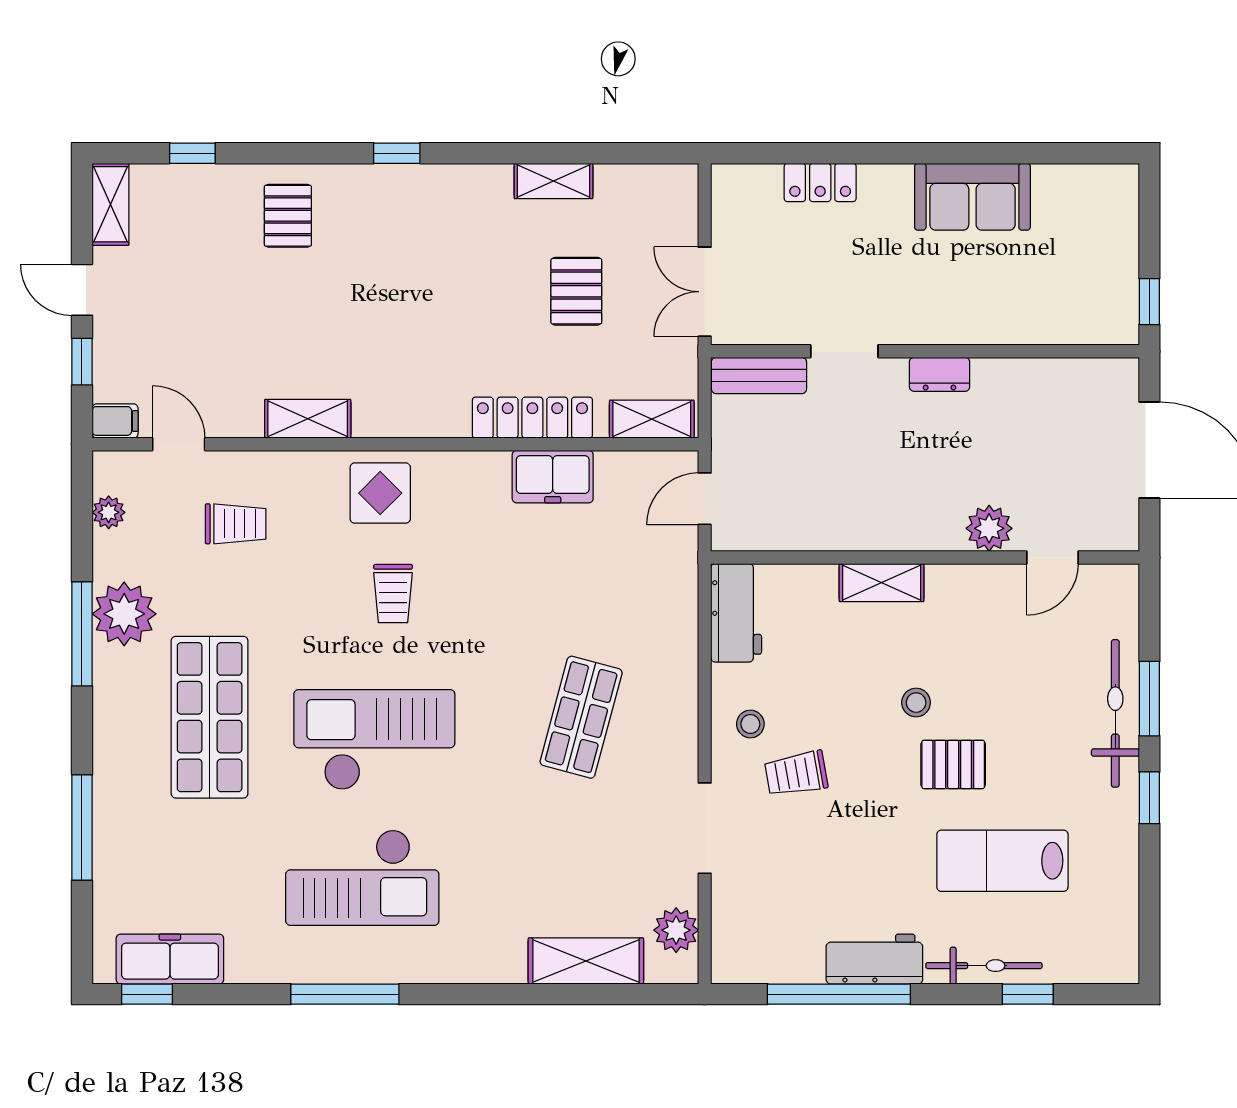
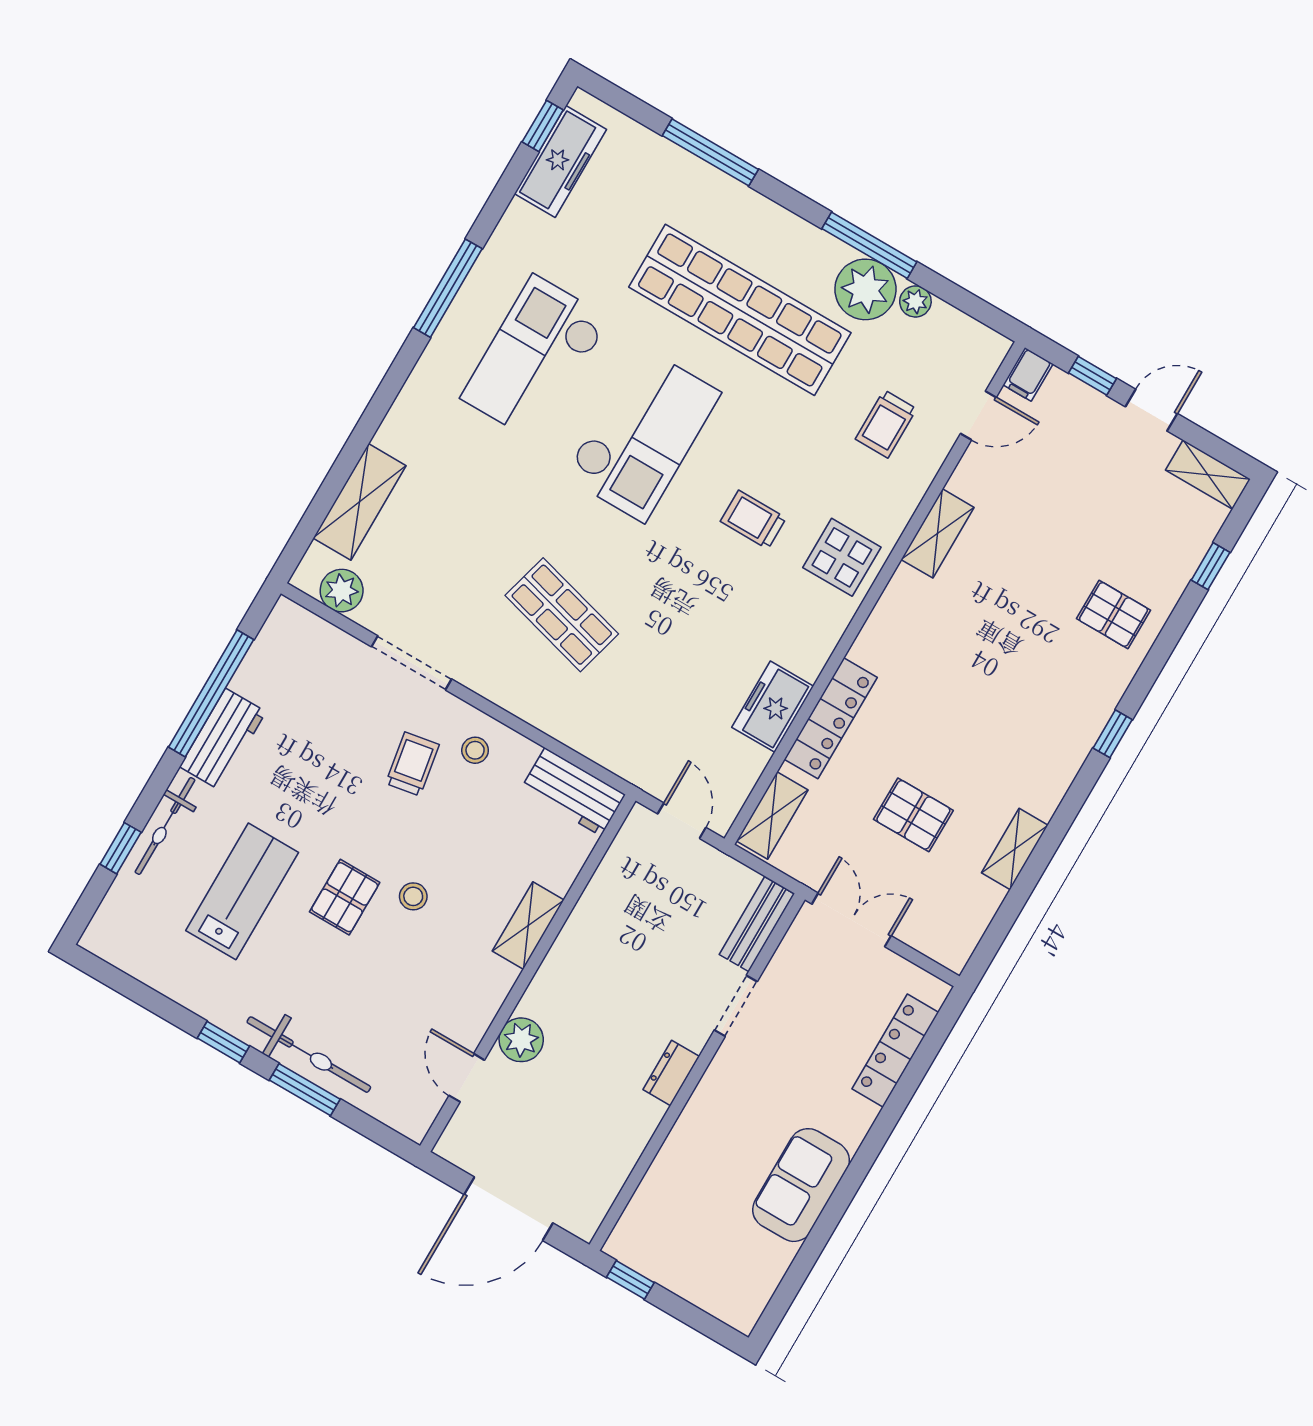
locker: (820, 182) -> (895, 1051), width x1.53
plant: (109, 512) -> (915, 301), moved
shop shelf: (210, 717) -> (740, 310), width x1.40

